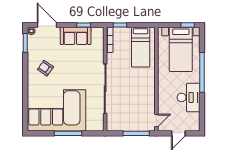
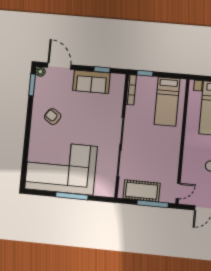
cot: (126, 123) -> (142, 191), added

